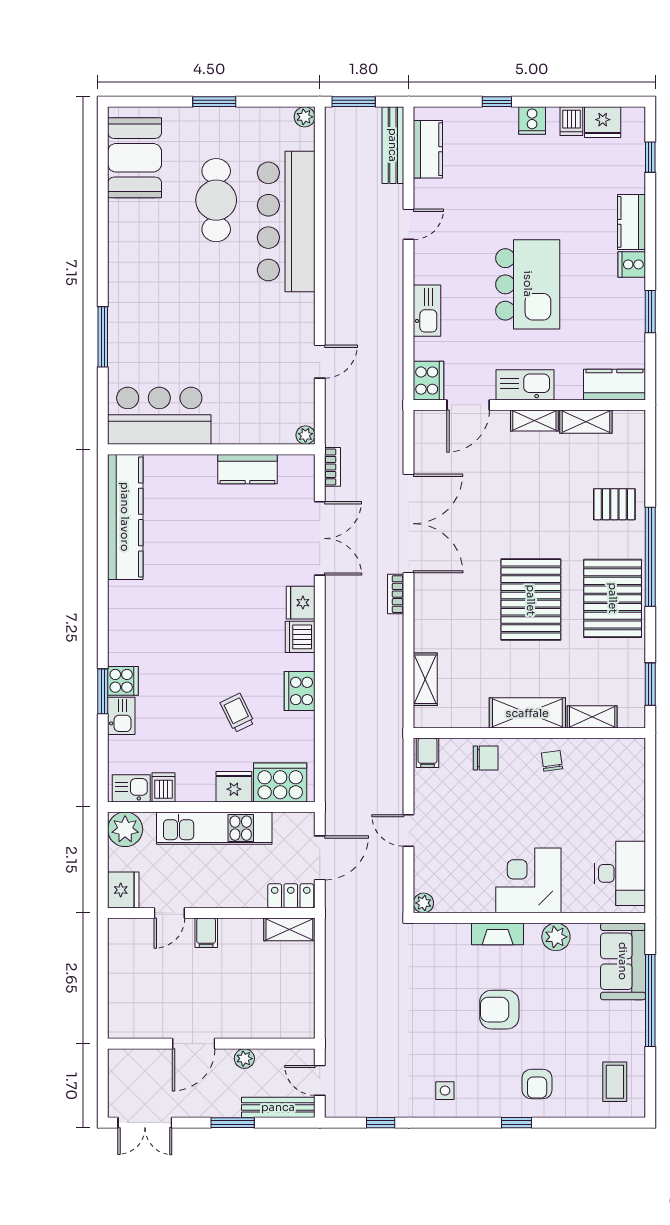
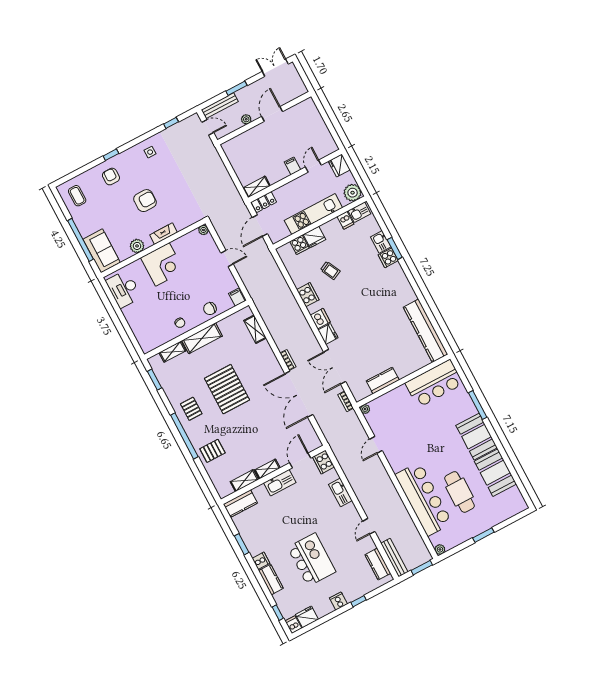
dishwasher: (571, 121) -> (293, 625), moved
booth: (135, 158) -> (495, 473), moved
booth: (134, 282) -> (477, 437), added
kitchen island: (528, 284) -> (312, 560), moved, turned 180
pallet: (613, 598) -> (191, 409), width x0.49, depth x0.50
cooker: (280, 782) -> (299, 245), width x0.53, depth x0.76

